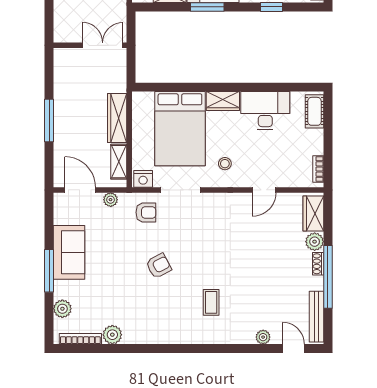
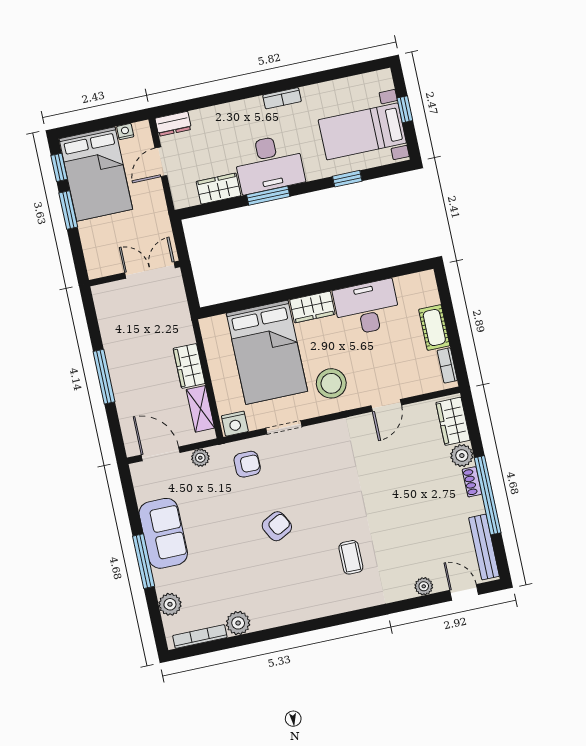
cot: (314, 111) -> (434, 328), moved
wardrobe: (117, 118) -> (189, 366), width x0.67
stool: (225, 164) -> (331, 383), width x1.89, depth x1.89
doorway: (181, 190) -> (284, 427), width x0.73

